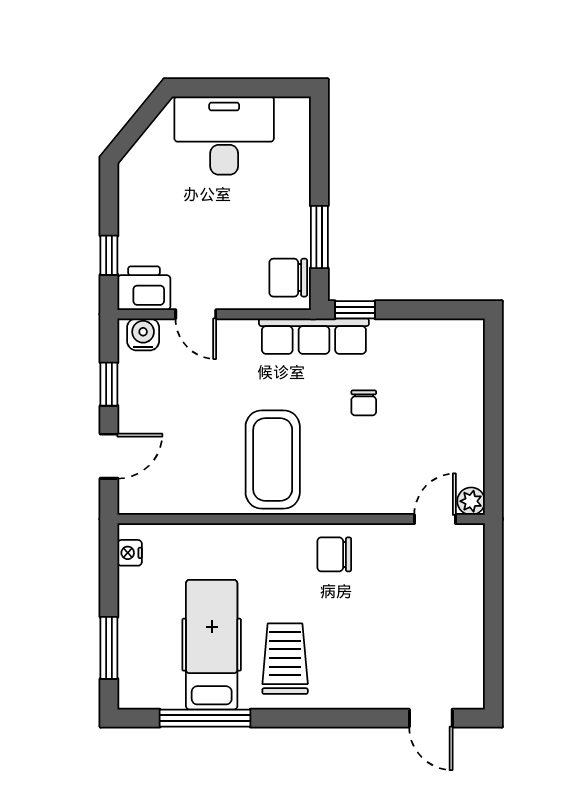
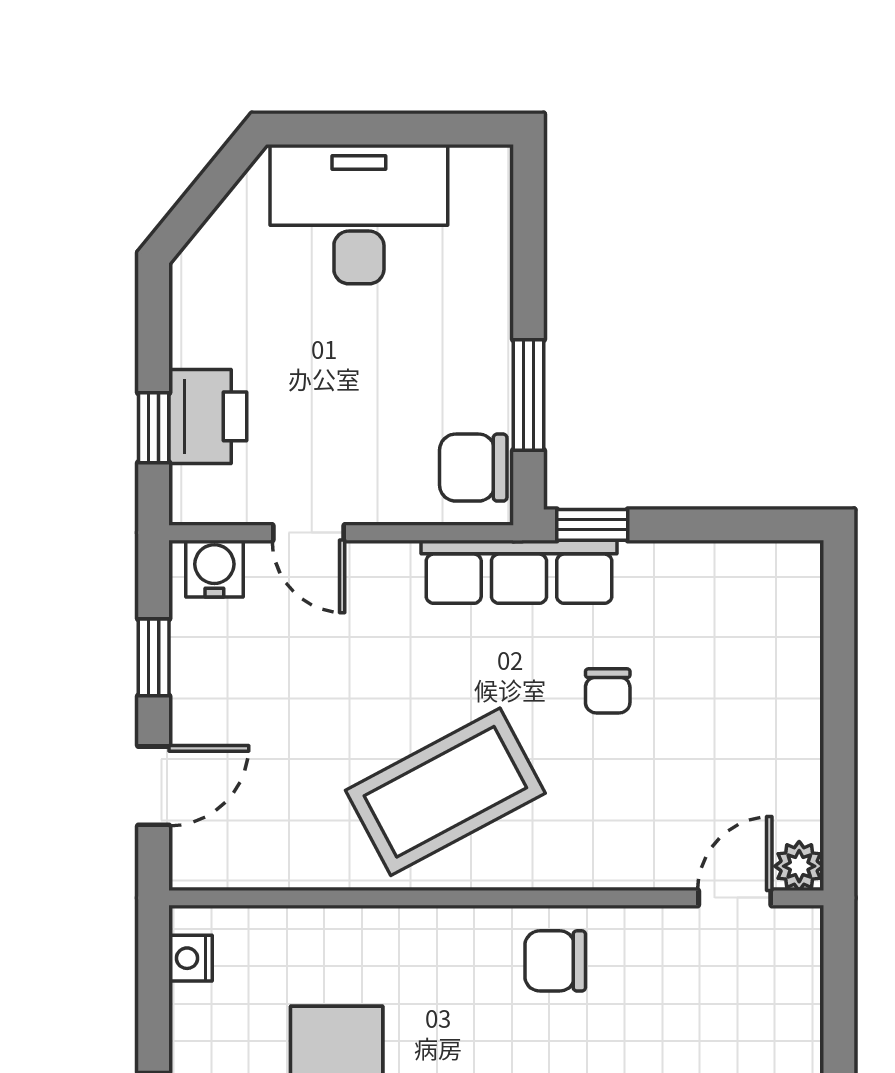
printer: (144, 288) -> (208, 416), moved, turned 90
coffee table: (273, 459) -> (445, 792), turned 62

